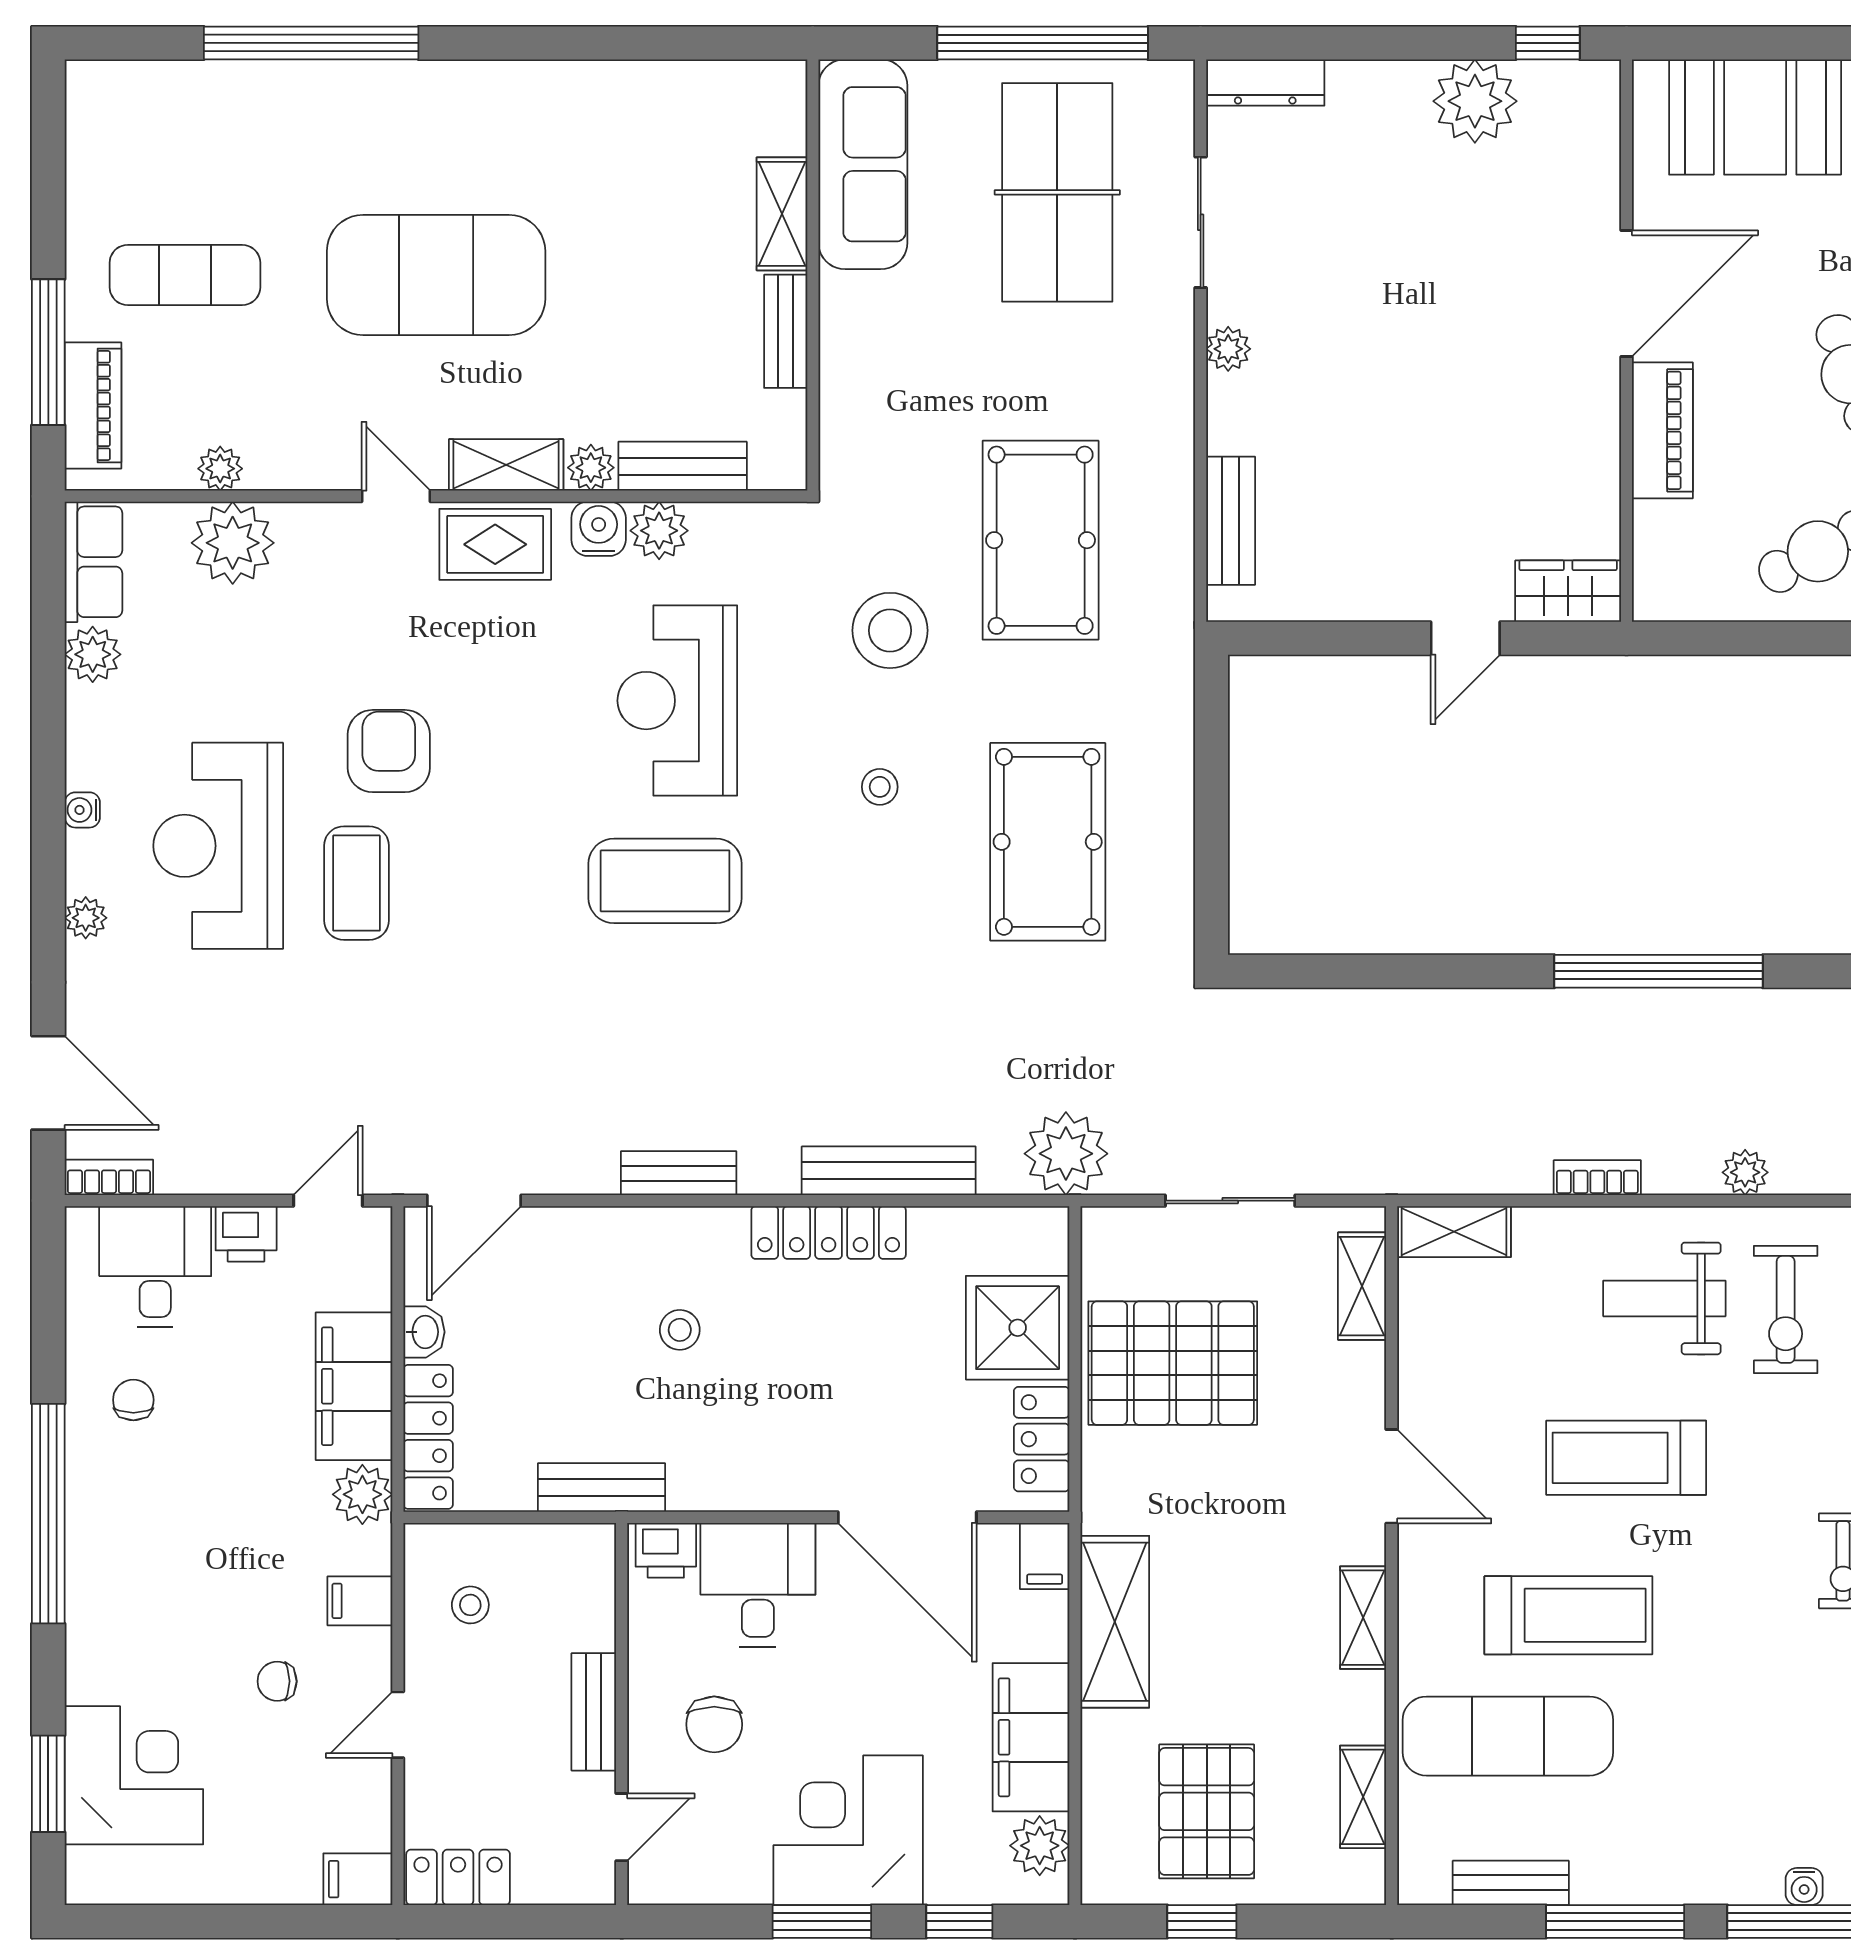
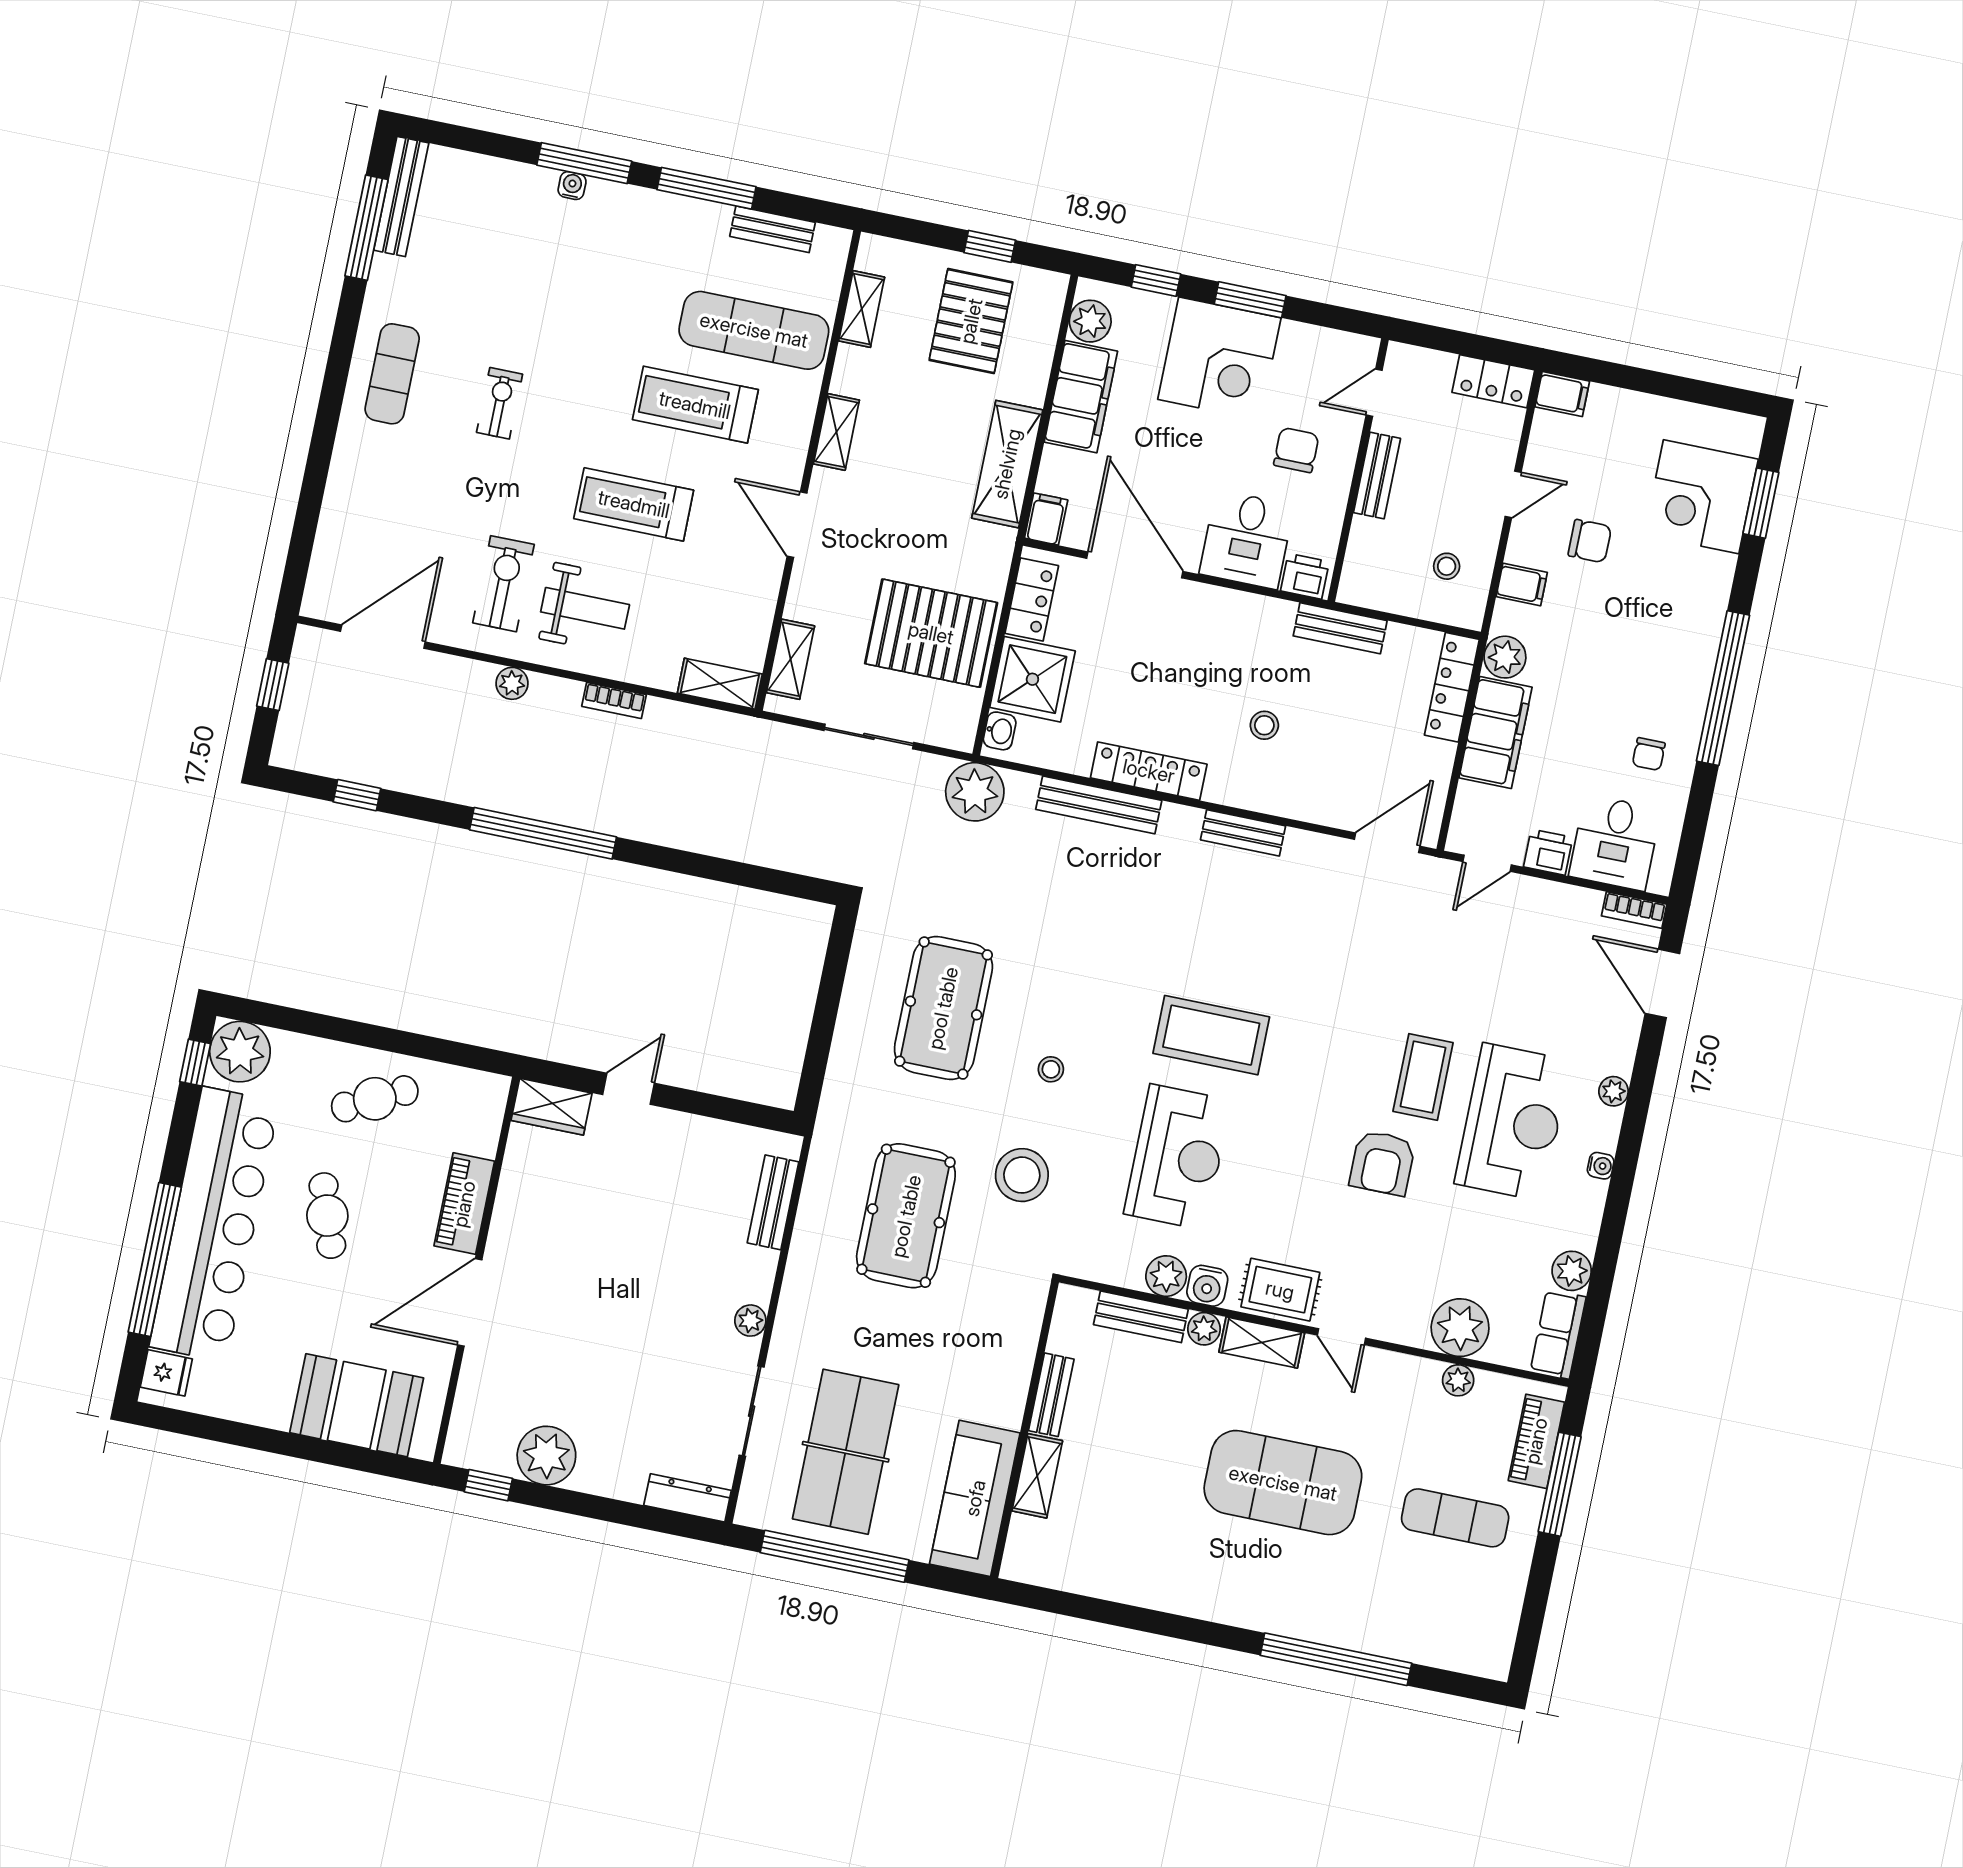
washbasin: (424, 1332) -> (1000, 731), moved, turned 180
treadmill: (1626, 1458) -> (634, 504), turned 180
chair: (277, 1681) -> (1590, 541), width x1.37, depth x1.37

